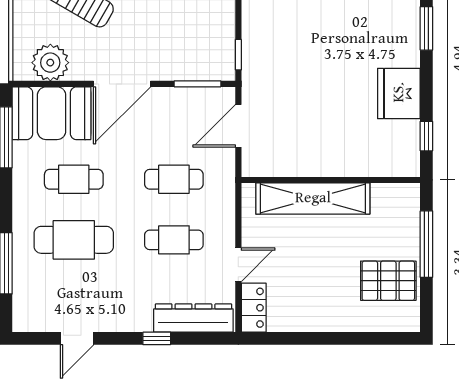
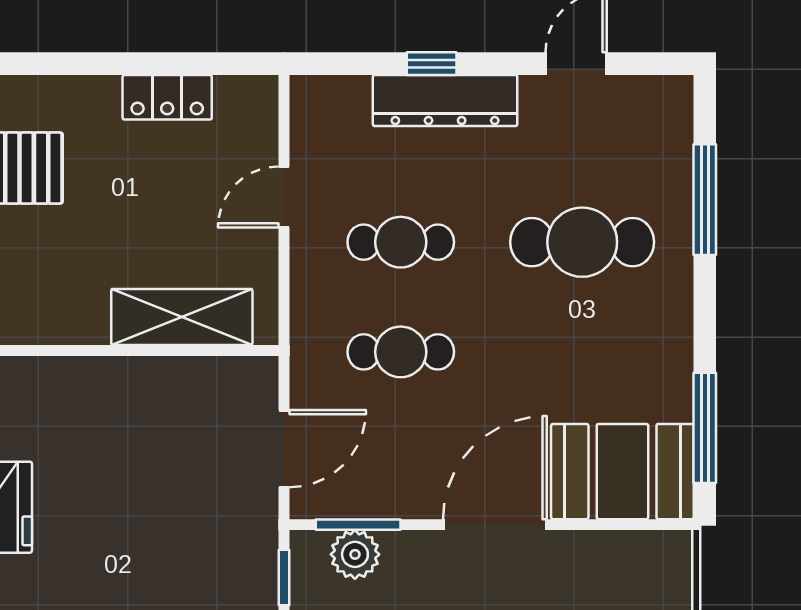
plant: (50, 63) -> (355, 554), moved, width x0.73, depth x0.73
cafe table: (74, 179) -> (582, 352), removed
shelving: (313, 198) -> (182, 317), width x0.68
locker: (254, 308) -> (167, 97), moved, turned -90
dresser: (193, 318) -> (445, 100), moved

